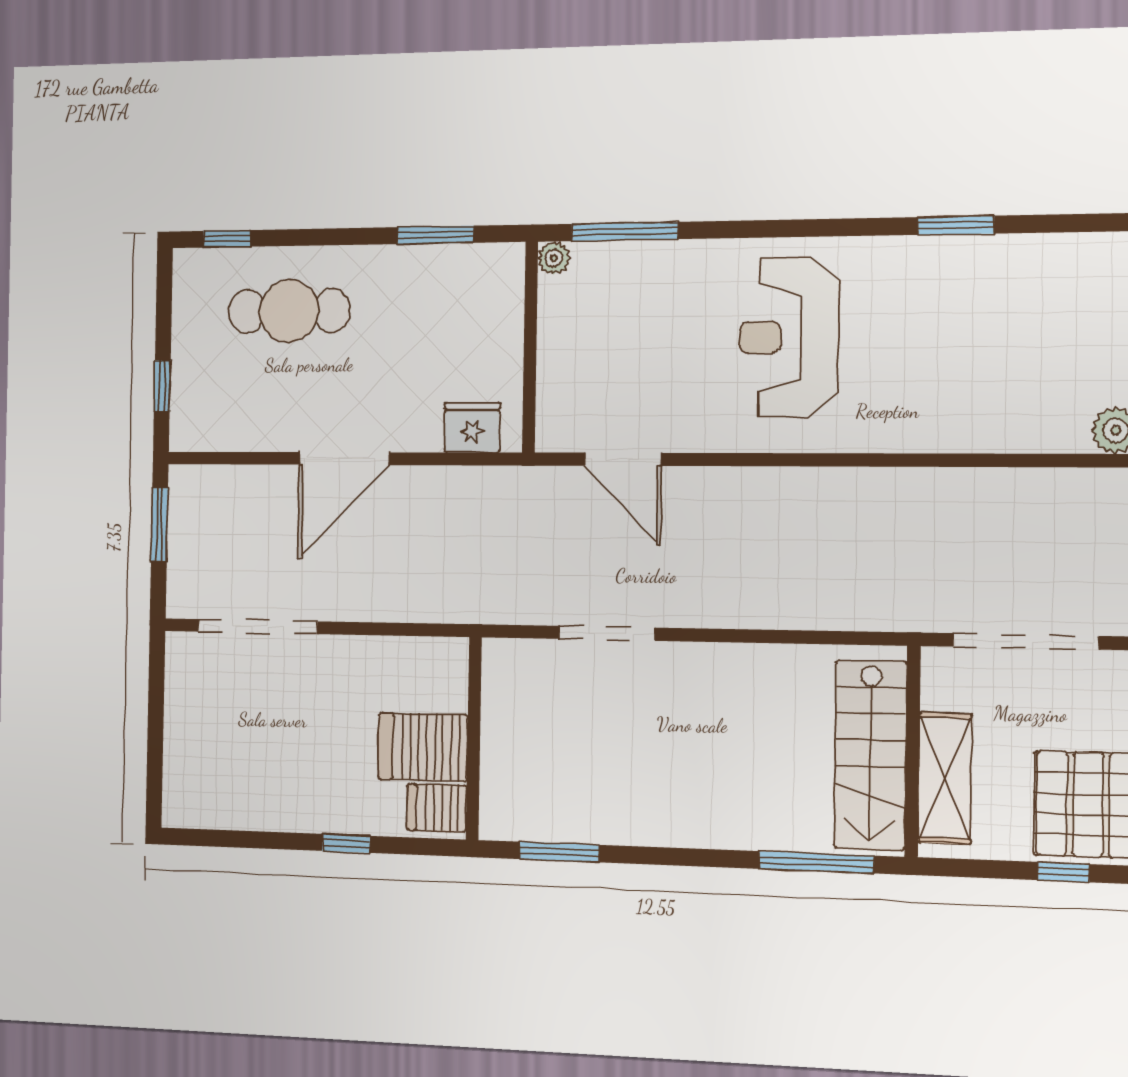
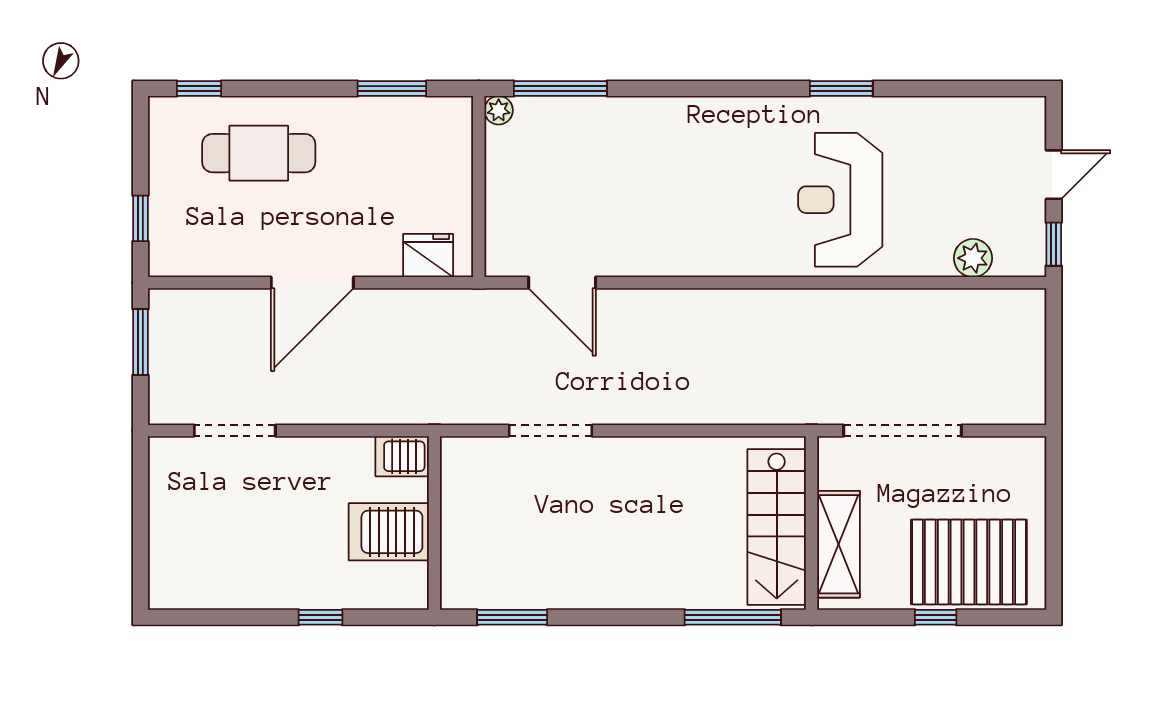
reception desk: (789, 337) -> (840, 200), moved
doorway: (257, 627) -> (235, 431), width x0.73
server rack: (437, 808) -> (402, 456), moved

